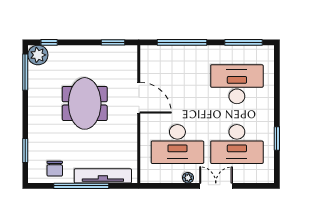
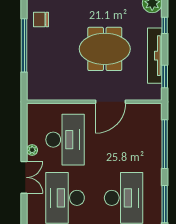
window: (49, 42) -> (165, 25), moved
desk: (177, 144) -> (65, 140), turned 180
tv unit: (103, 176) -> (155, 56), moved, turned 180

